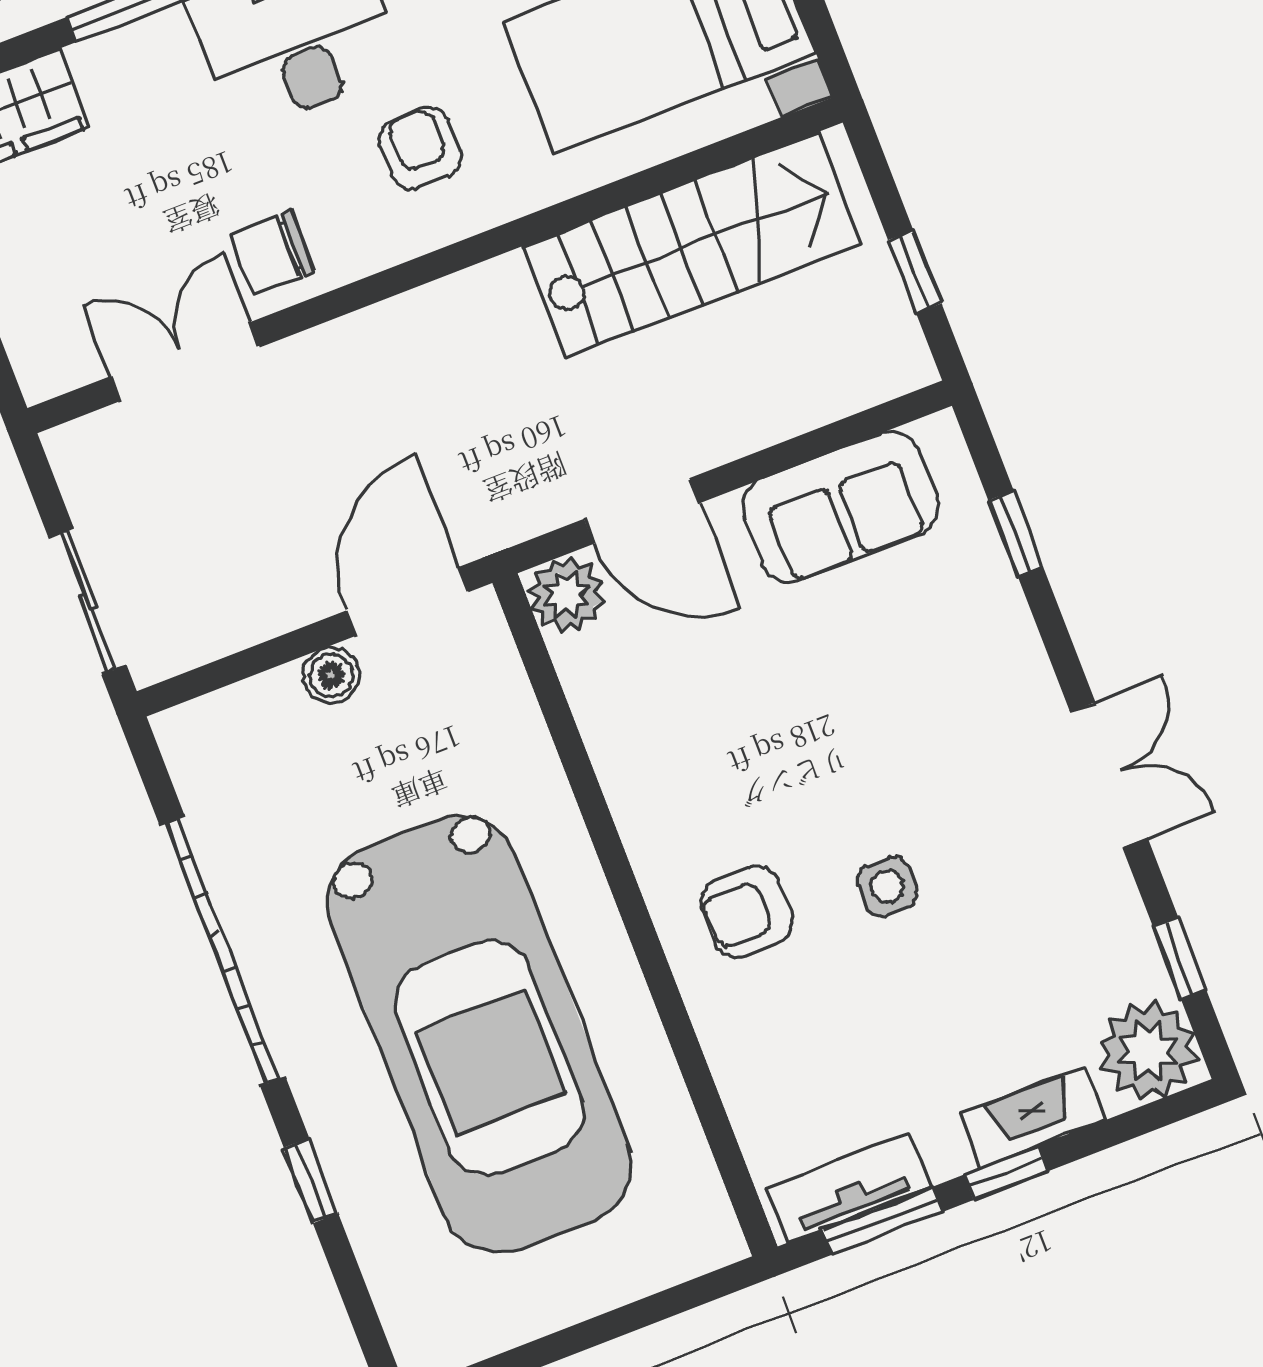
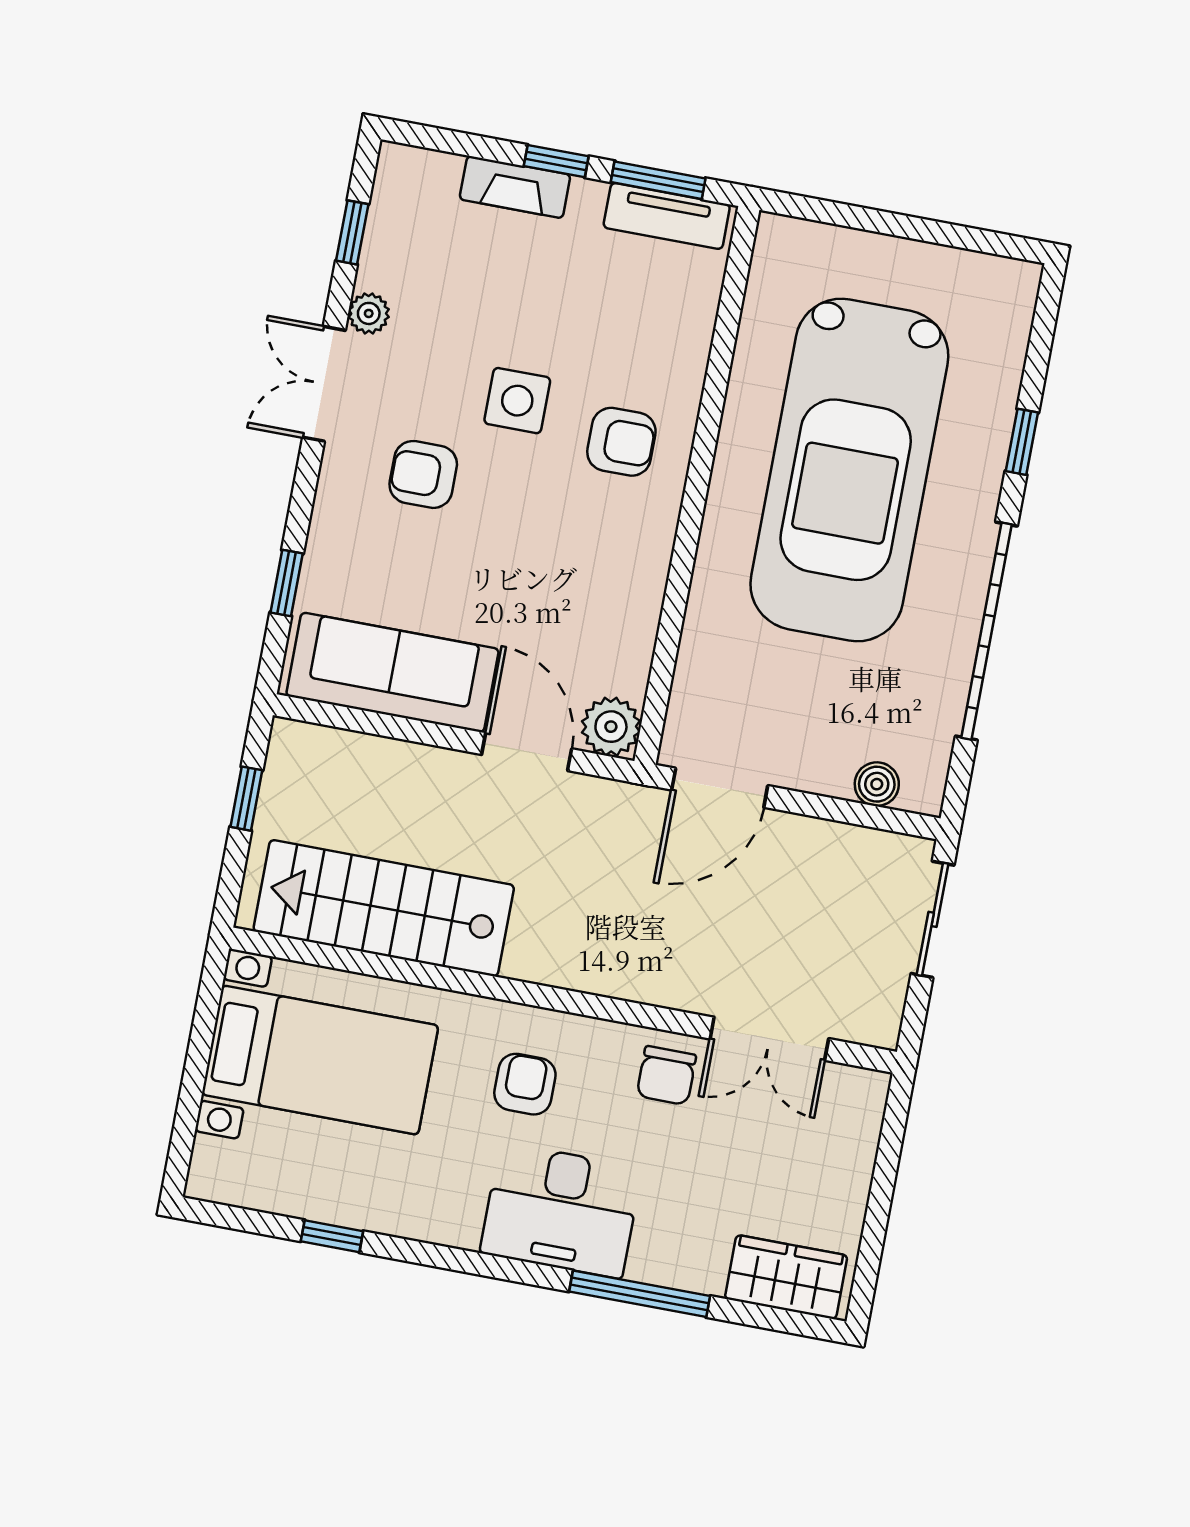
armchair: (420, 148) -> (525, 1084), turned 180
chair: (272, 253) -> (666, 1076), turned 90
sofa: (841, 507) -> (393, 672), width x1.36
boiler: (331, 675) -> (877, 784), moved
armchair: (940, 743) -> (423, 474), added
side table: (887, 886) -> (517, 401), width x1.37, depth x1.37
car: (480, 1034) -> (849, 470), turned 180
plant: (1148, 1051) -> (369, 313), moved, width x0.53, depth x0.53

